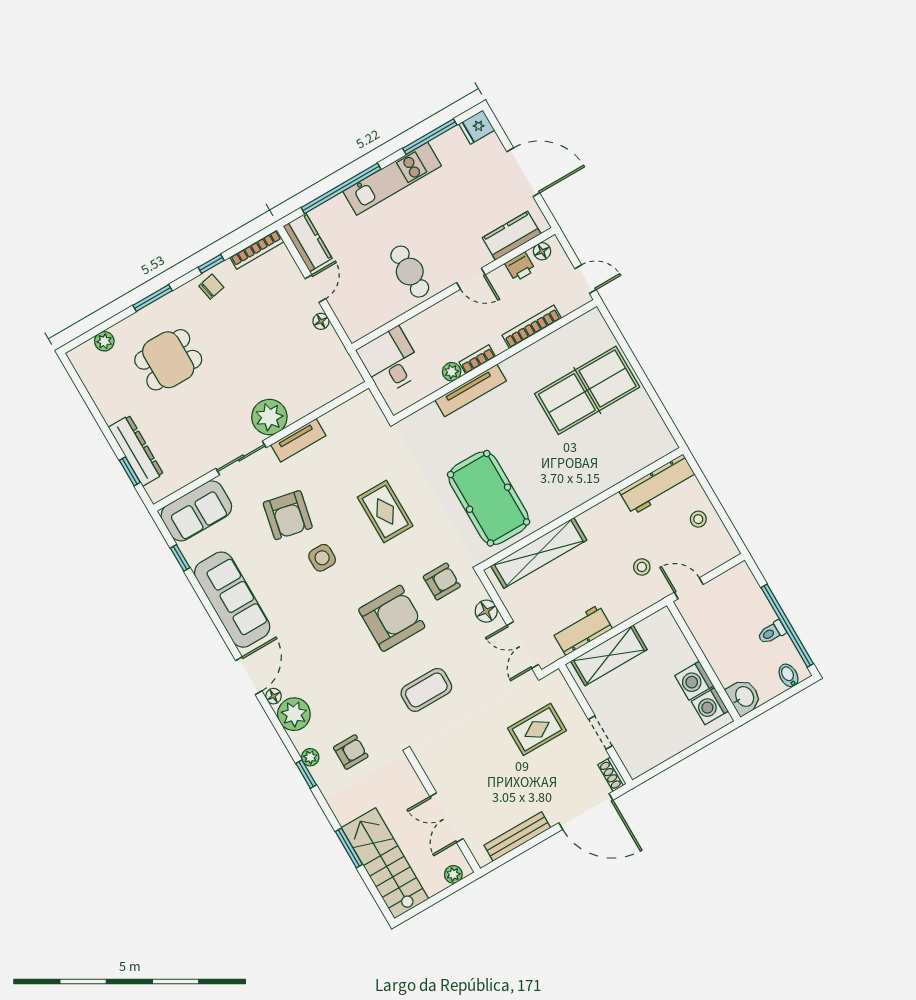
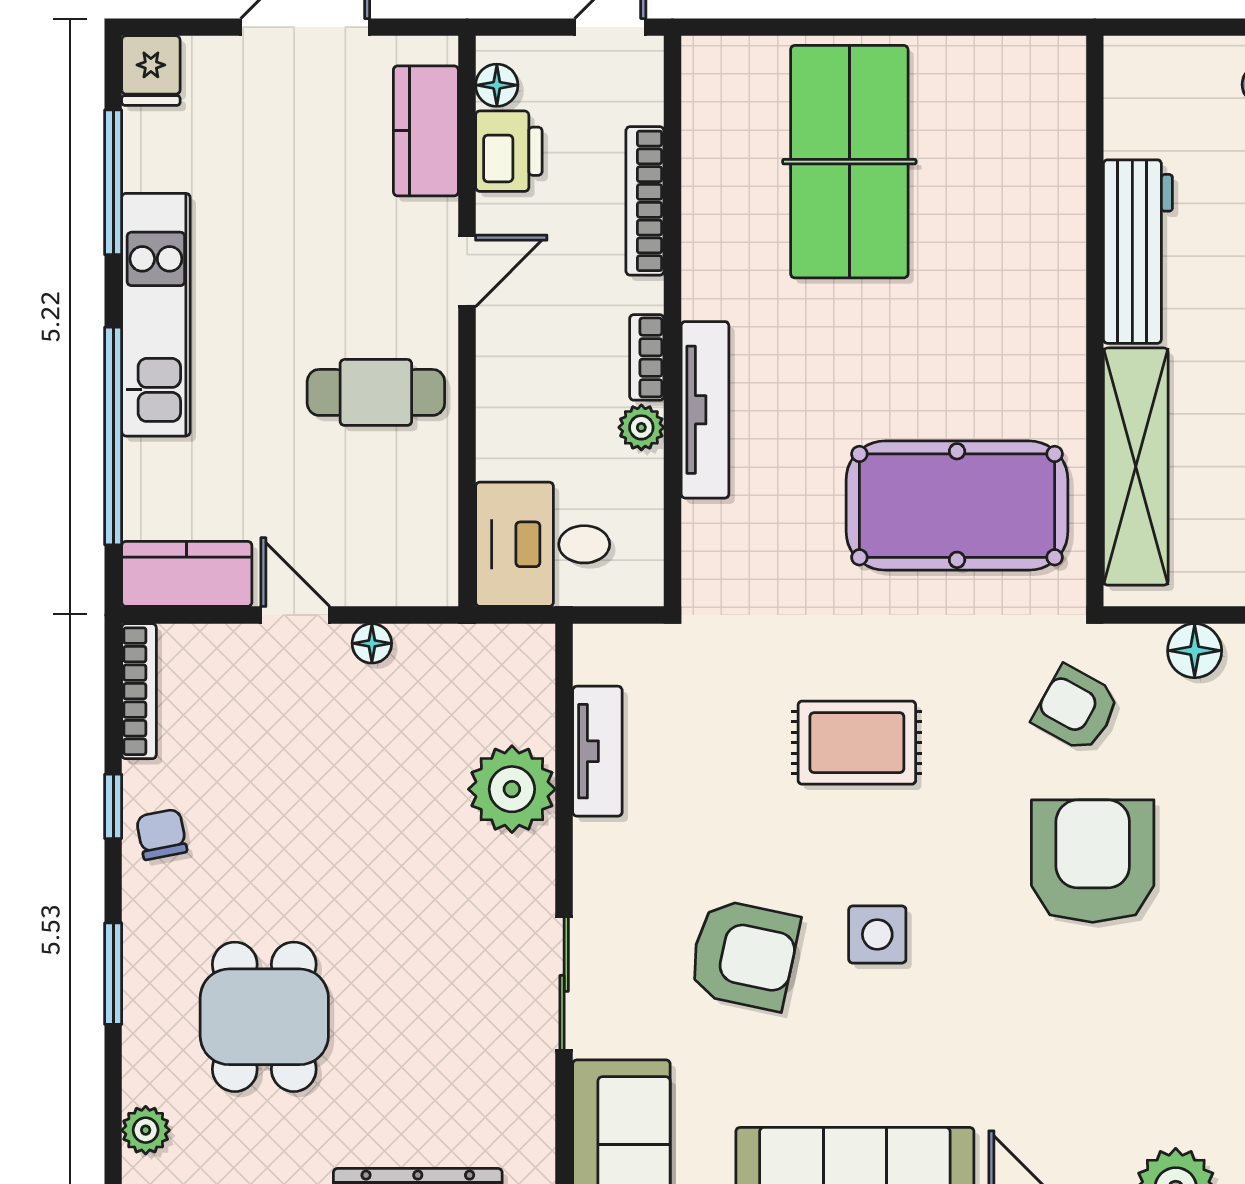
printer: (520, 267) -> (509, 151), width x1.36, depth x1.24
plant: (269, 417) -> (512, 789), moved
tv unit: (298, 440) -> (597, 751), moved
workbench: (658, 485) -> (1138, 252), moved
armchair: (442, 581) -> (1076, 709), turned -61

